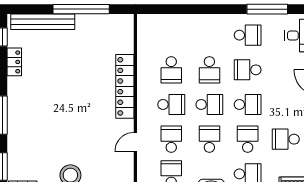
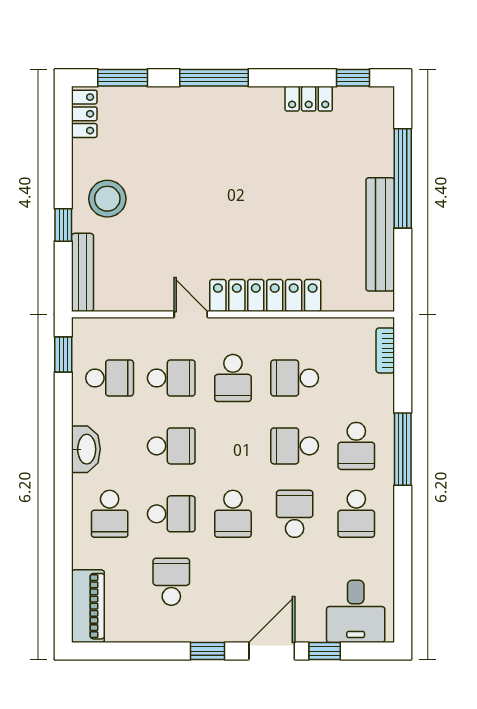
window: (81, 9) -> (403, 178), moved
window: (267, 9) -> (403, 449), moved
bookcase: (156, 19) -> (385, 350), added
bench: (43, 22) -> (380, 234), moved
school desk: (209, 104) -> (356, 446), moved
door: (135, 142) -> (191, 314), moved

